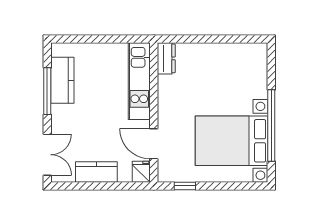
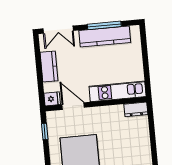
kitchen counter: (62, 80) -> (105, 36), width x1.50
door: (154, 144) -> (73, 106), hinge flipped

